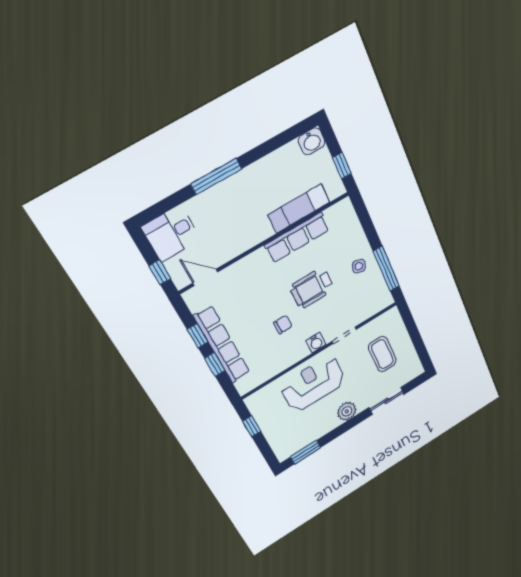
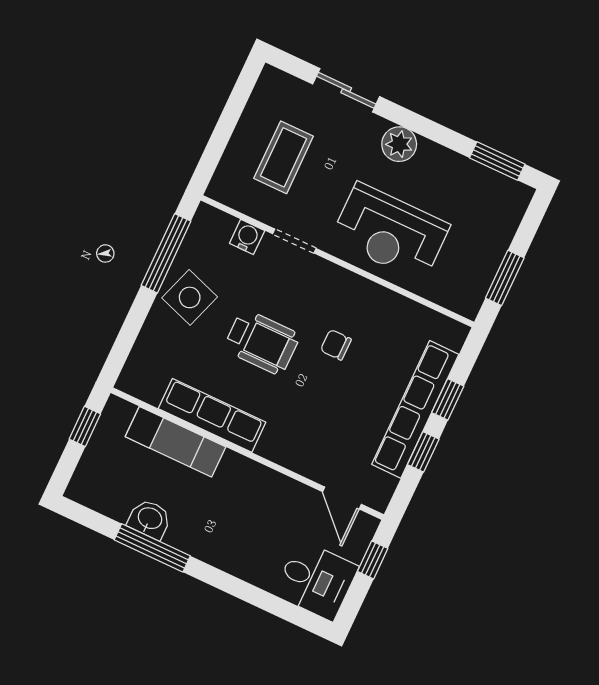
washbasin: (312, 141) -> (150, 519), moved
window: (216, 176) -> (152, 548), moved
side table: (359, 266) -> (190, 297), width x1.87, depth x1.87
water cooler: (316, 342) -> (247, 237), moved
window: (252, 426) -> (505, 278), width x1.50

